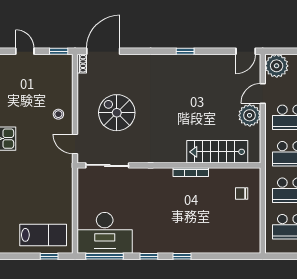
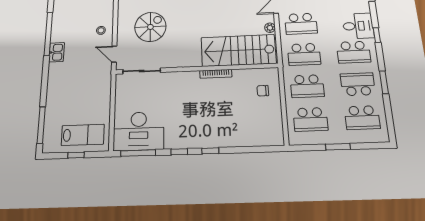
spiral stairs: (117, 113) -> (150, 27), turned 90
plant: (250, 115) -> (270, 28), width x0.53, depth x0.53
stairs: (217, 152) -> (238, 50), width x1.36, depth x1.51
window: (49, 256) -> (76, 155), moved

